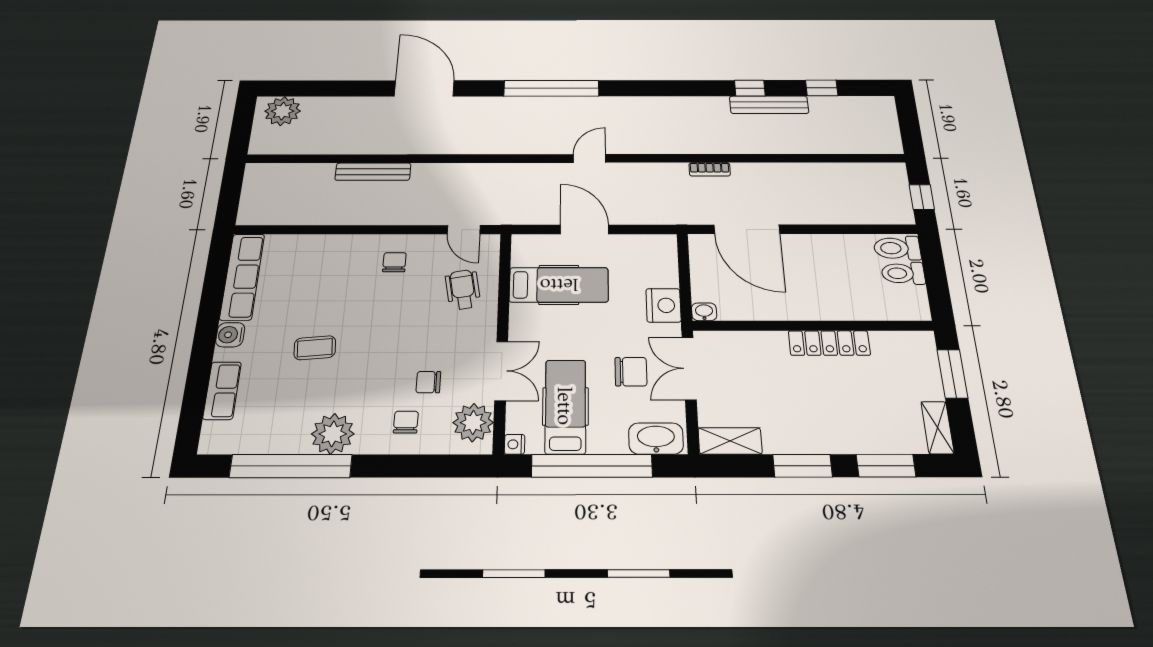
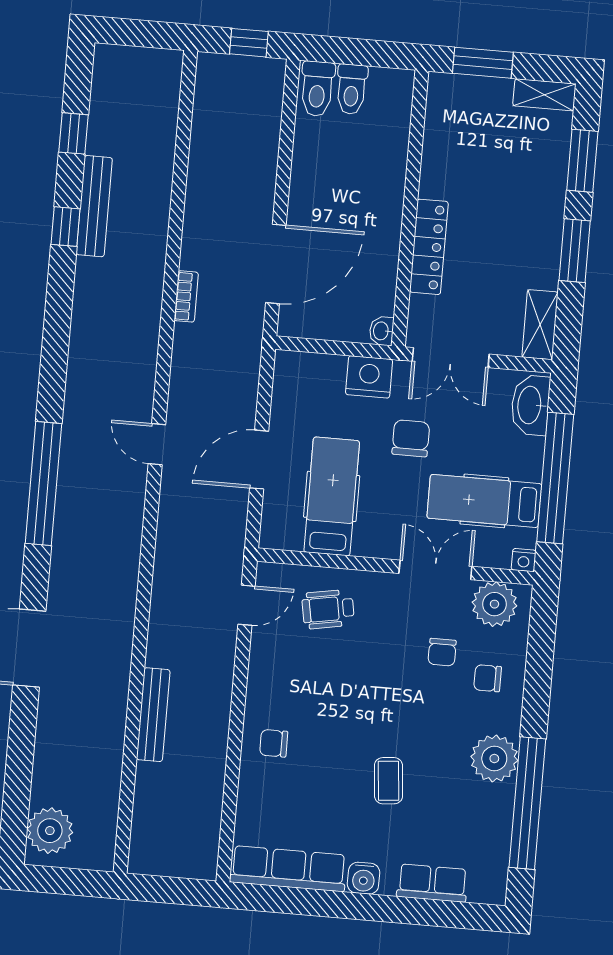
chair: (394, 262) -> (274, 743), moved
locker: (829, 343) -> (429, 247), moved
chair: (631, 372) -> (411, 438), moved

